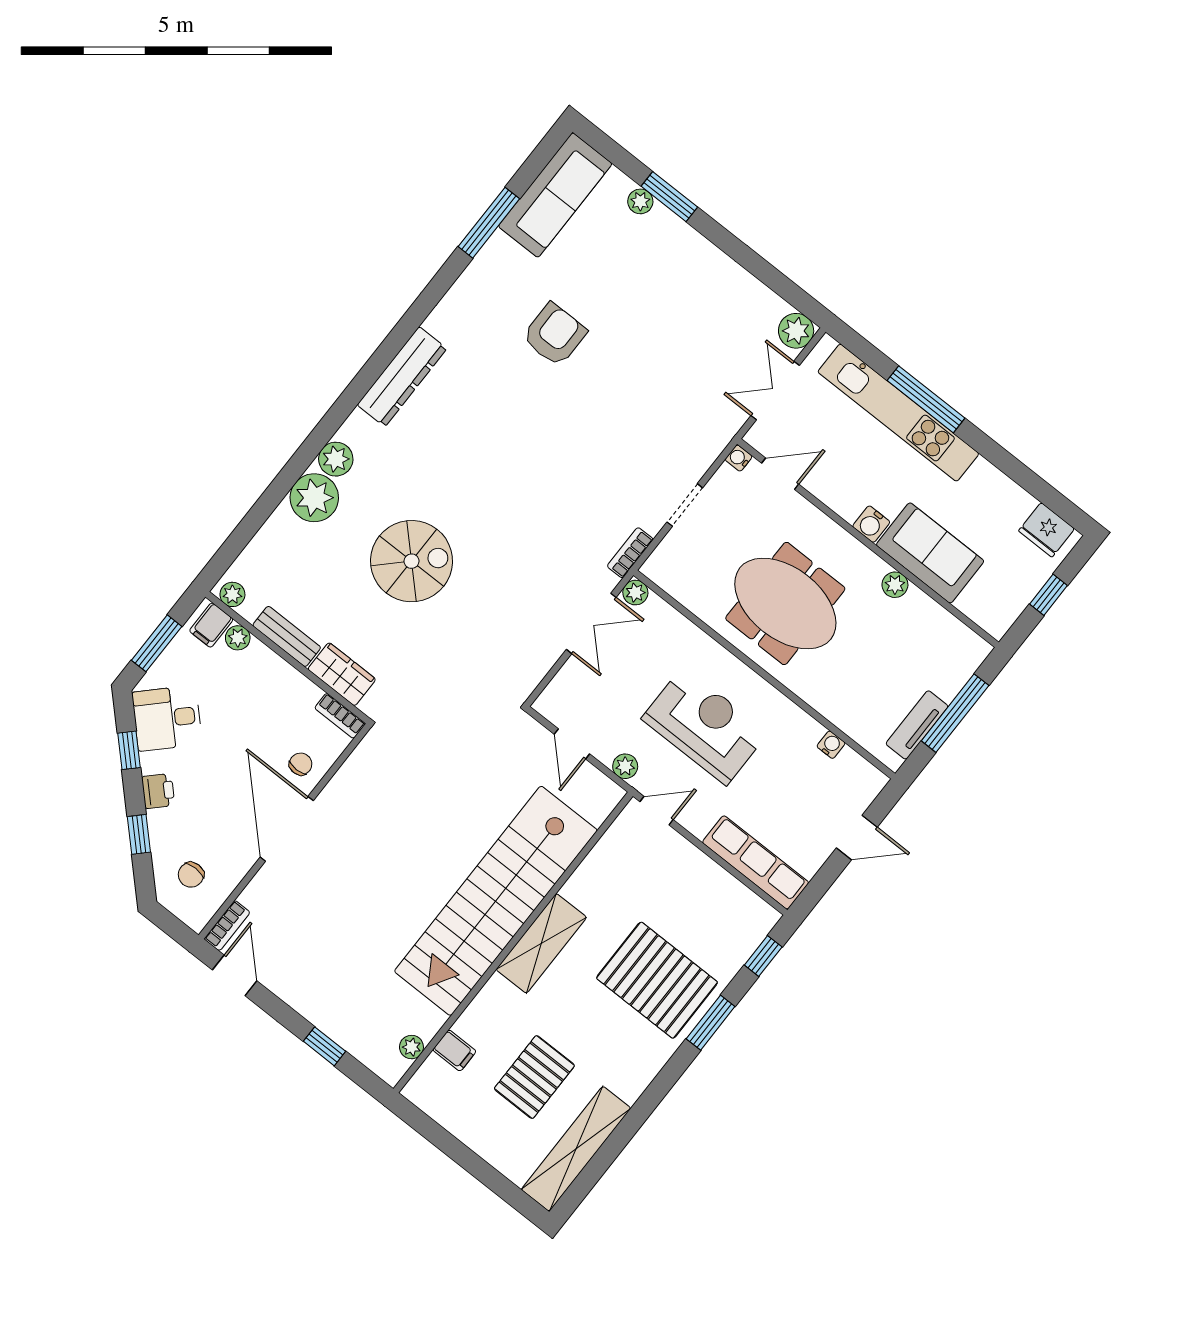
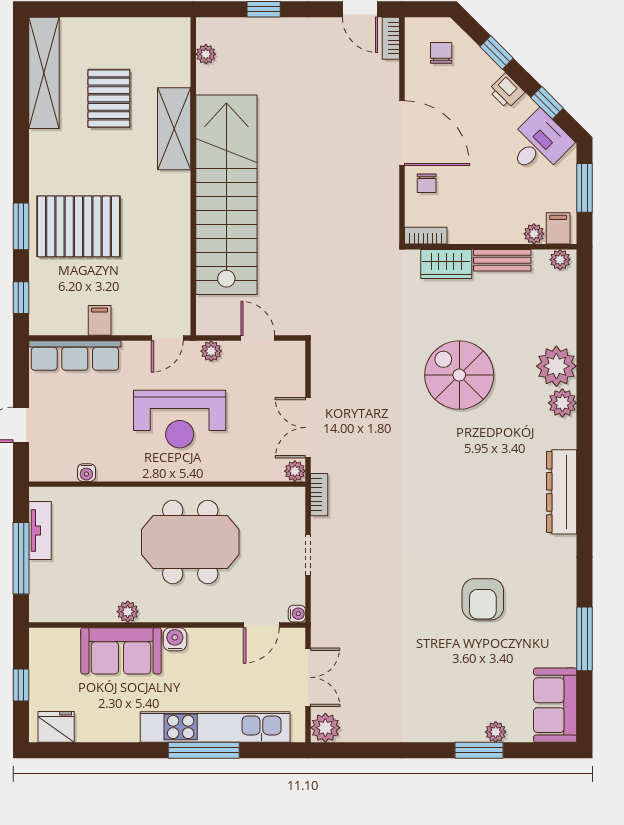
sofa: (555, 195) -> (555, 705), width x0.73
spiral stairs: (412, 561) -> (459, 375), turned 90
shelving: (541, 943) -> (174, 129), moved
filing cabinet: (454, 1051) -> (100, 320), moved, turned 90

